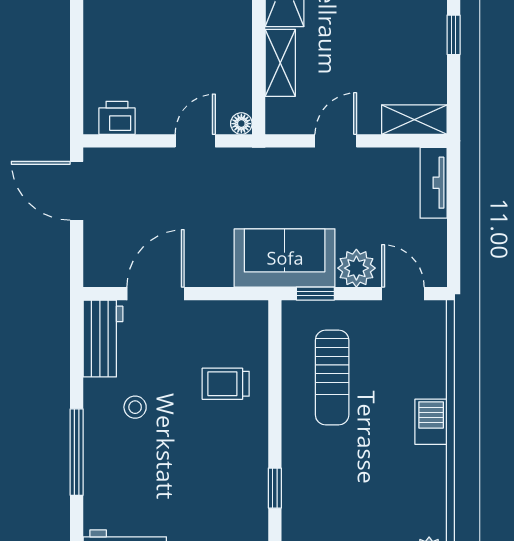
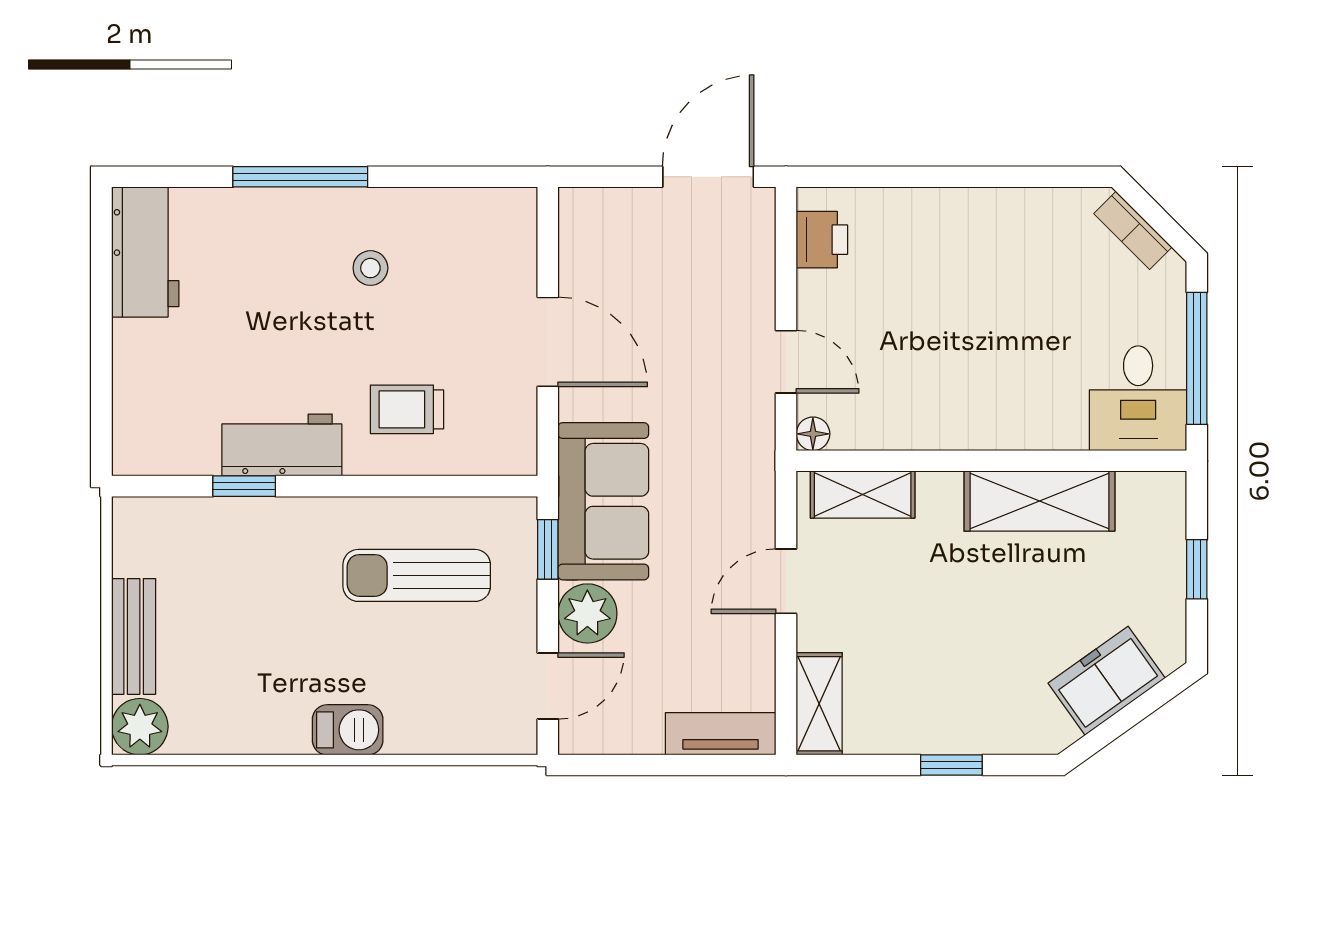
shelving: (280, 63) -> (863, 494), moved
door: (336, 141) -> (786, 581), swing flipped
door: (156, 294) -> (548, 342), moved
workbench: (103, 338) -> (282, 445), moved, turned 180
trolley: (226, 384) -> (407, 409), turned -90

